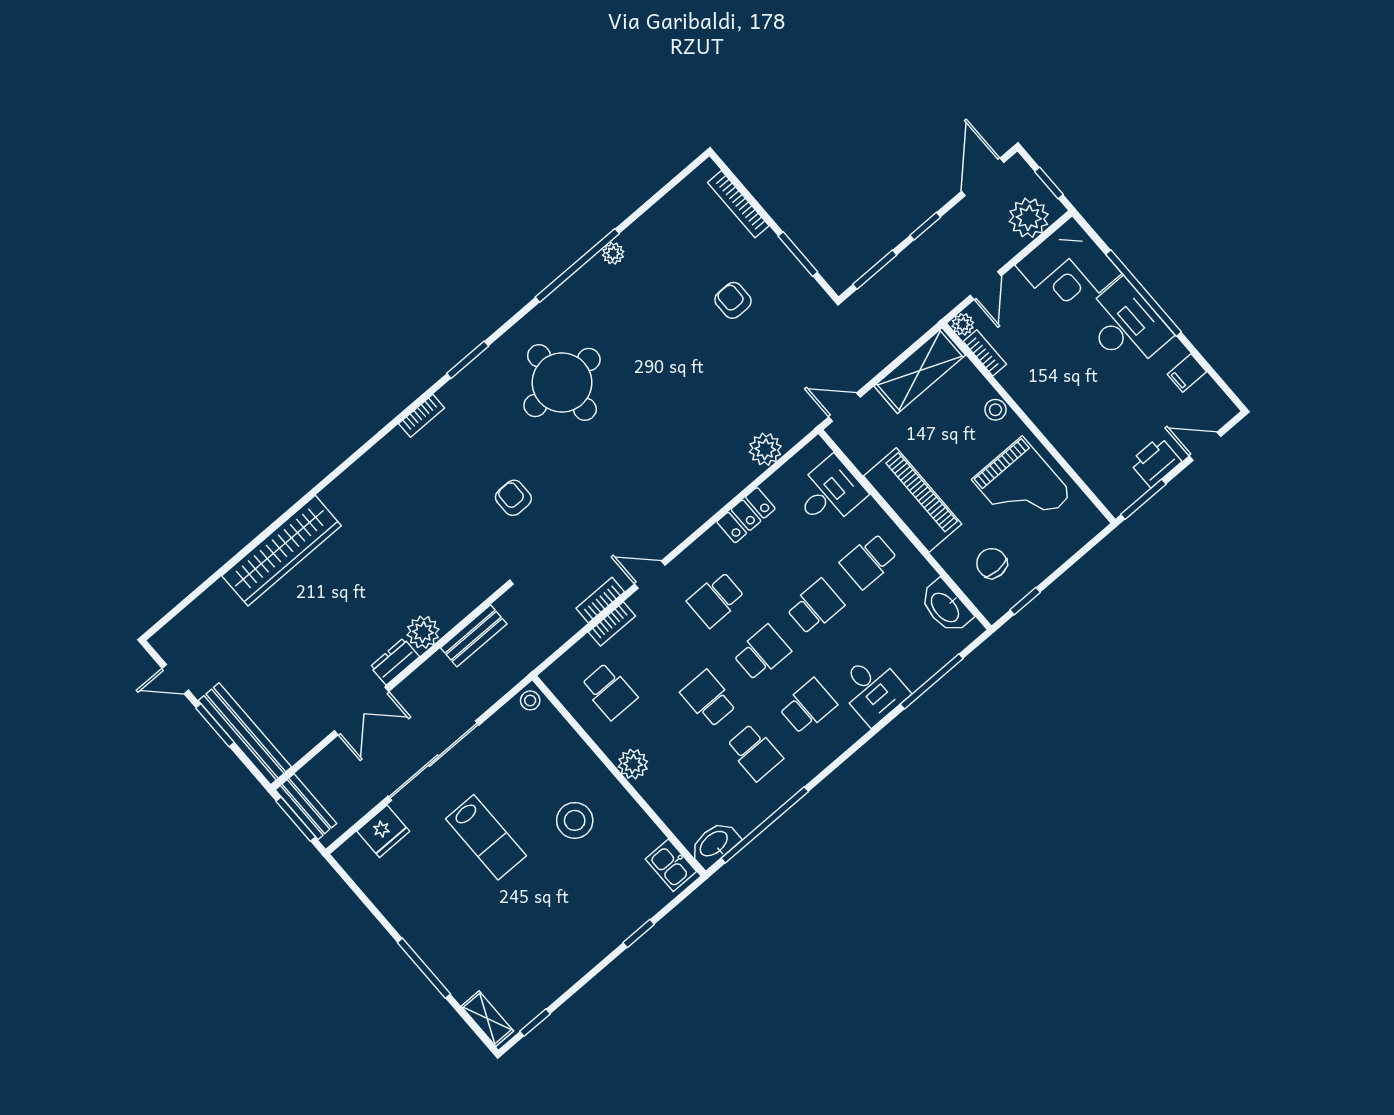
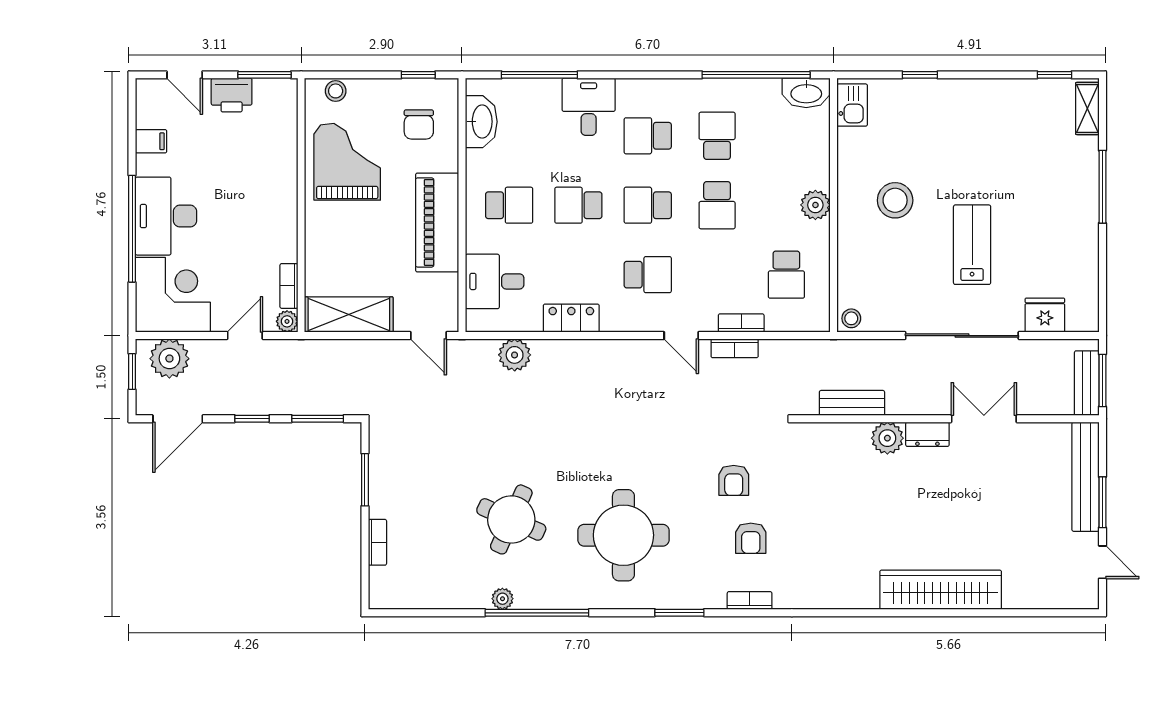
bookcase: (738, 204) -> (377, 542), width x0.64
armchair: (733, 300) -> (751, 538), moved
round table: (659, 320) -> (511, 519), added
stool: (995, 410) -> (336, 91), moved
school desk: (609, 691) -> (786, 275), turned 180

